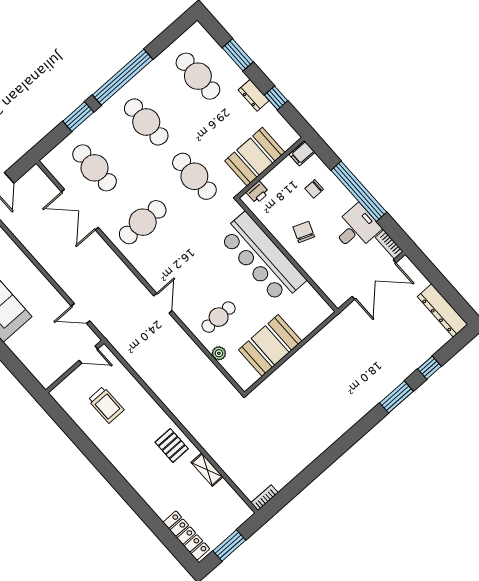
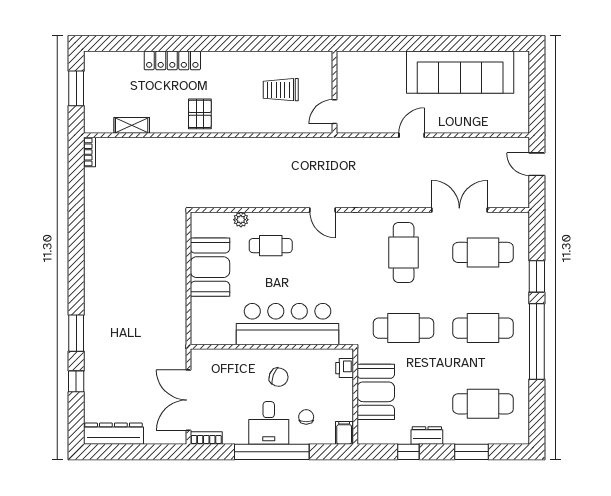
desk: (356, 228) -> (269, 423), moved
door: (81, 314) -> (412, 135), moved
cafe table: (219, 317) -> (271, 246), turned 90
pallet: (172, 445) -> (200, 114), turned 90
shelving: (207, 470) -> (132, 125), moved
locker: (186, 536) -> (172, 60), moved

